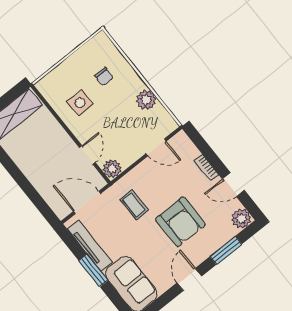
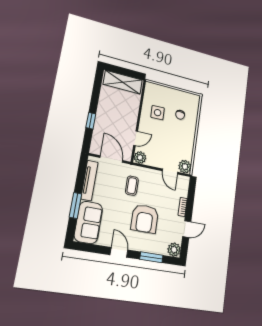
plant: (146, 100) -> (185, 167), moved
door: (233, 185) -> (187, 229), swing flipped
window: (28, 189) -> (91, 121), added
window: (93, 271) -> (75, 205), moved
door: (189, 280) -> (119, 252), hinge flipped

